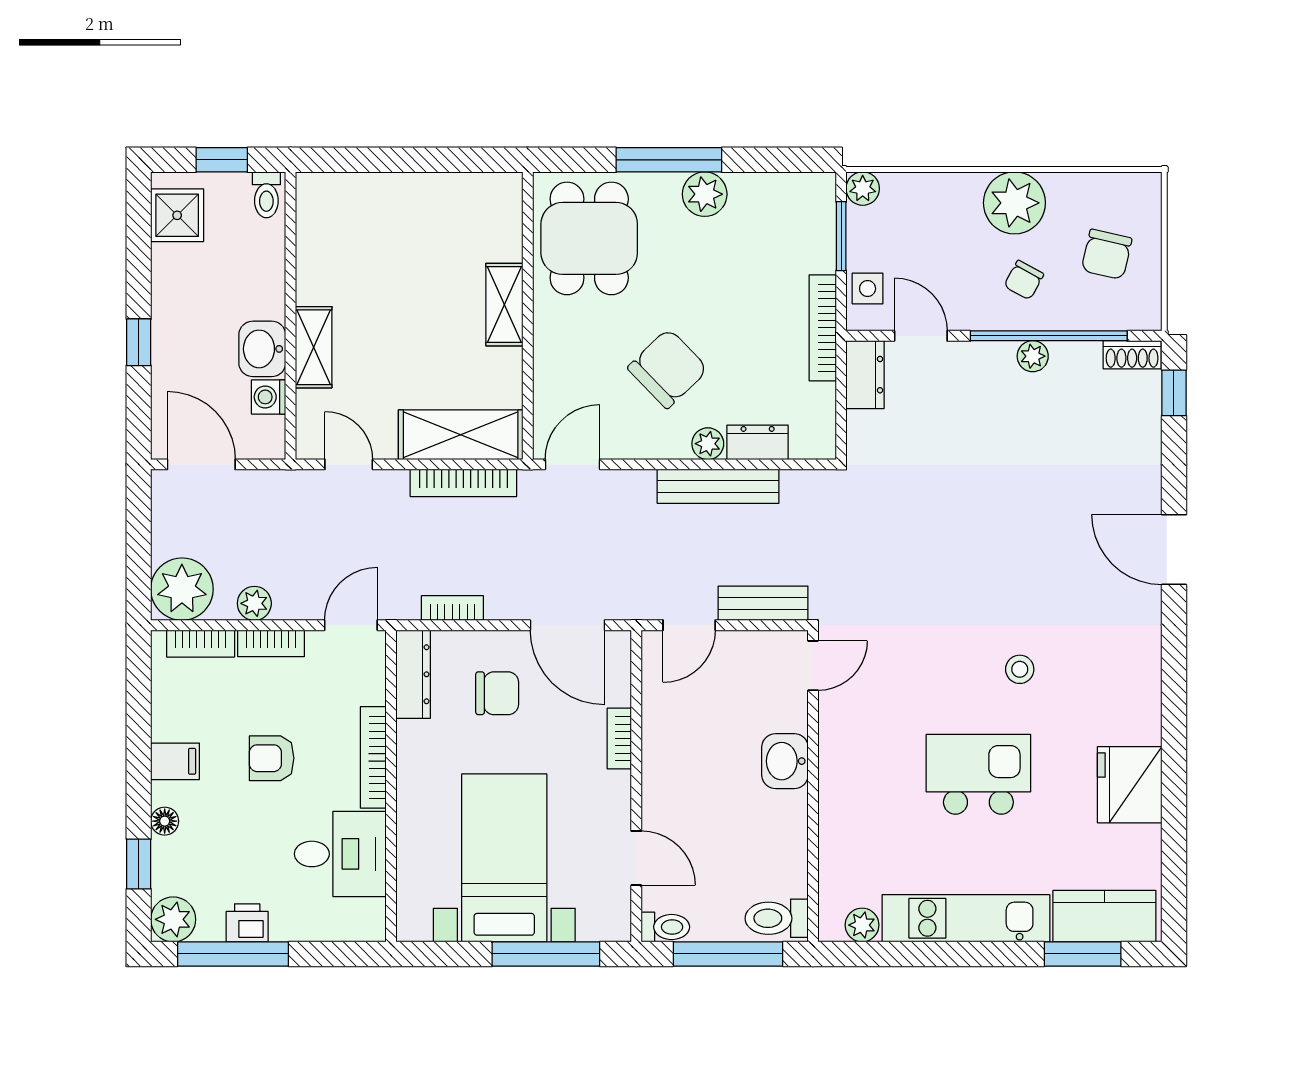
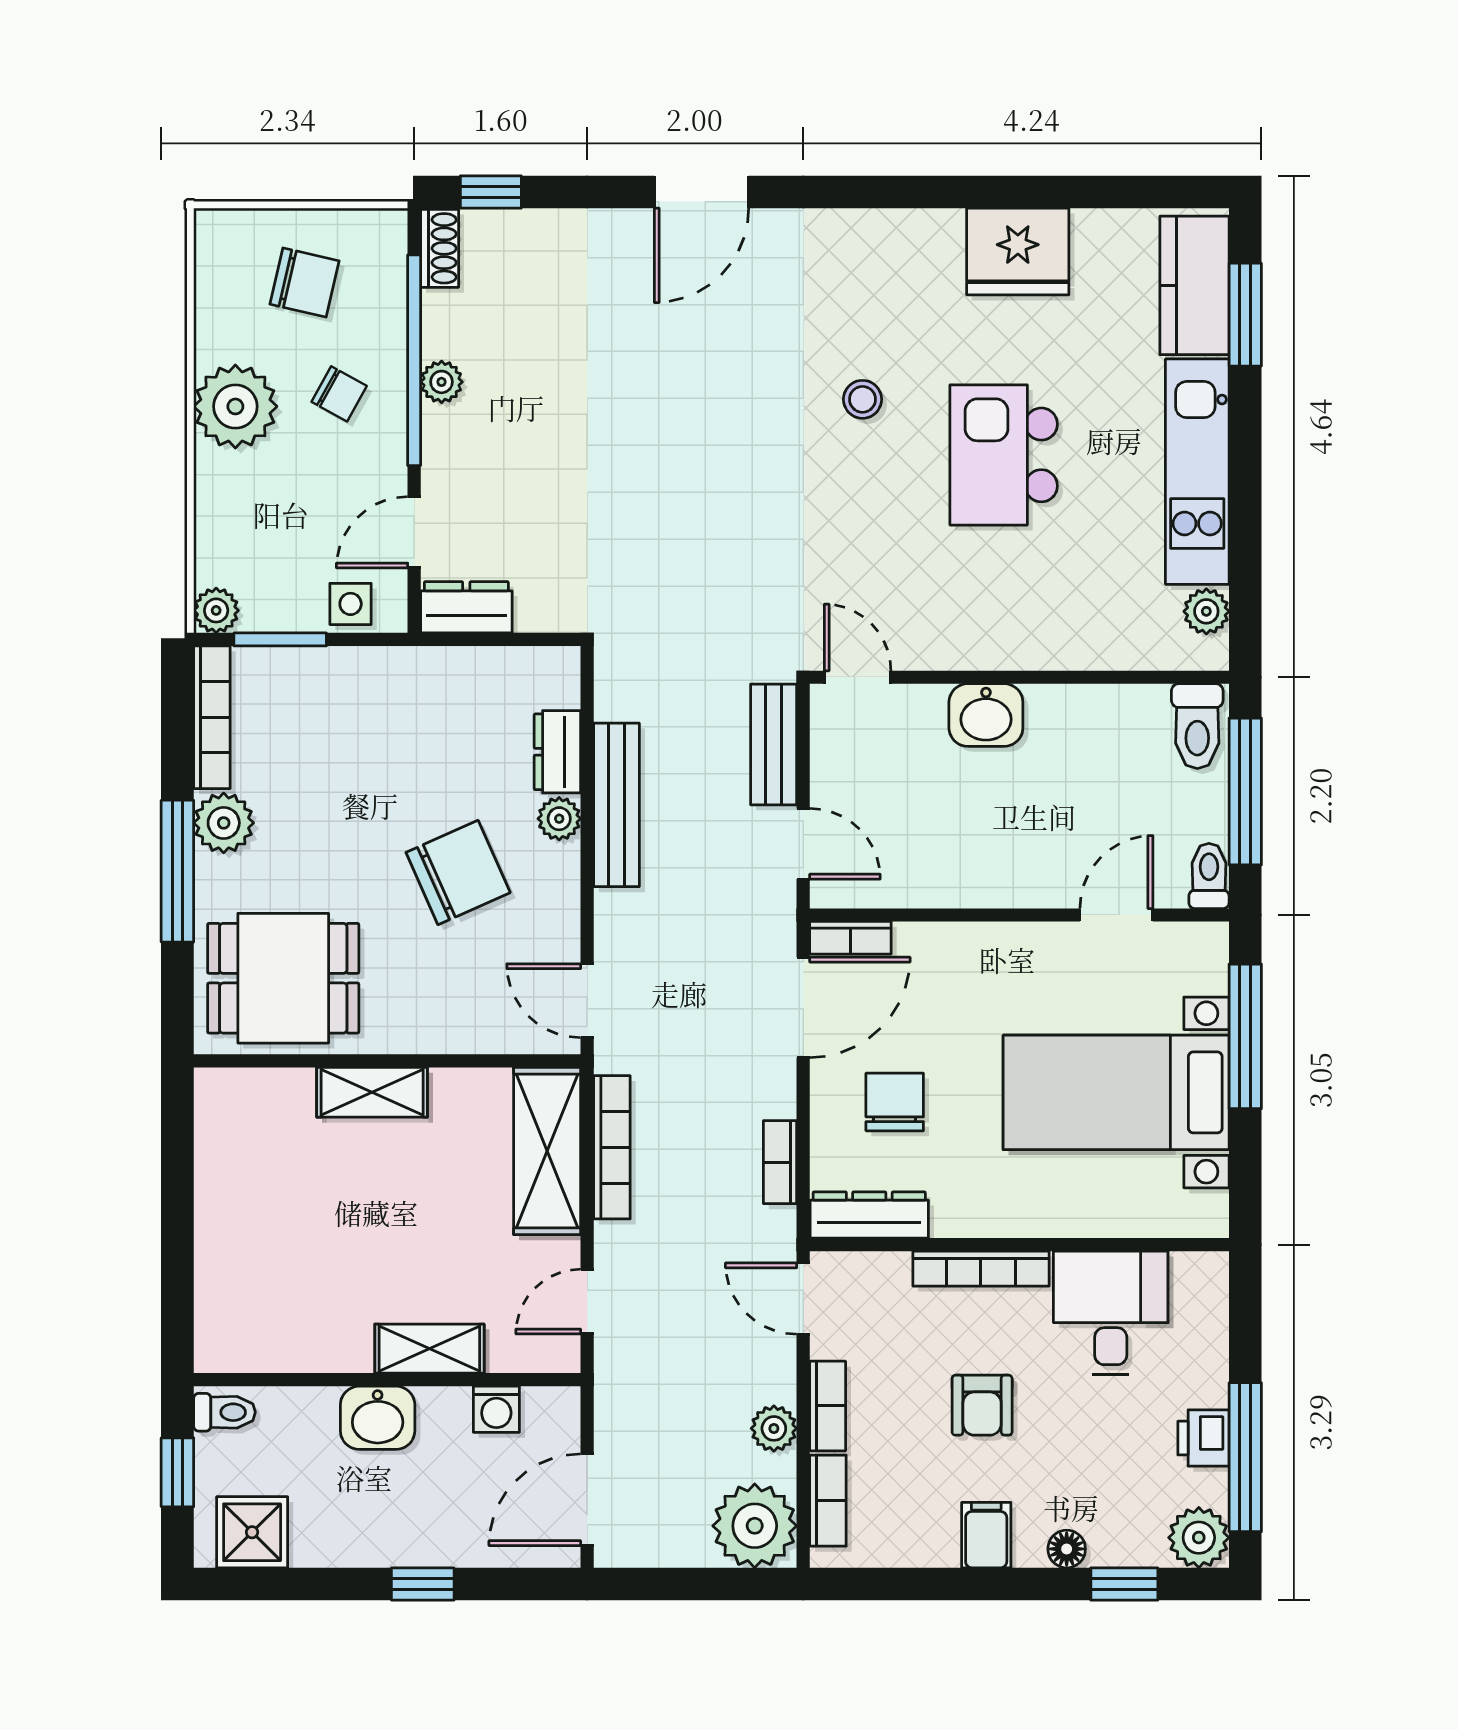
bookcase: (823, 328) -> (212, 717), moved, turned -90
washbasin: (262, 349) -> (378, 1418), moved
chair: (668, 368) -> (458, 873), turned 110
bookcase: (619, 739) -> (850, 938), moved

